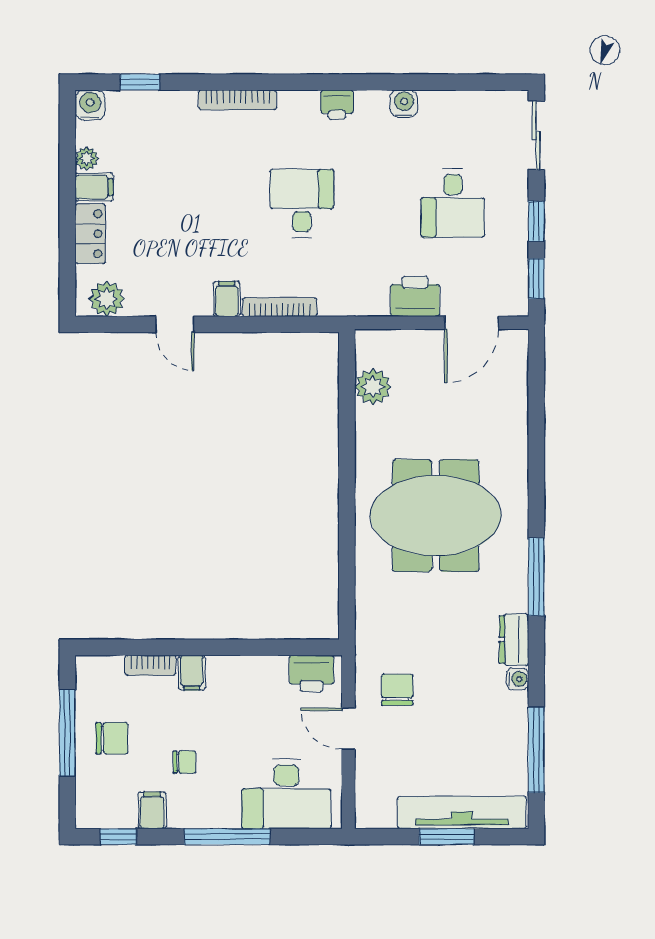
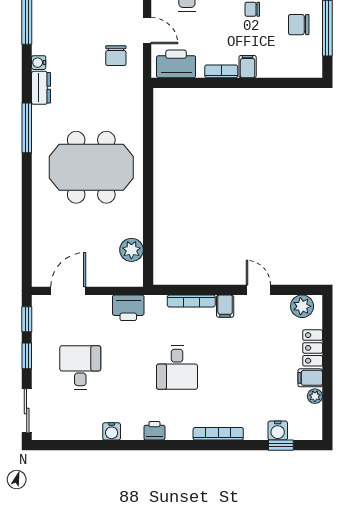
water cooler: (90, 105) -> (278, 431), moved
printer: (415, 296) -> (128, 308), moved
bookcase: (151, 665) -> (221, 71), moved
printer: (311, 673) -> (176, 64), width x1.37, depth x1.19

